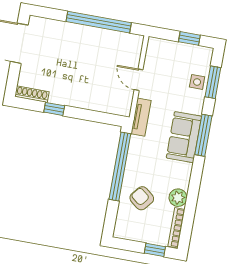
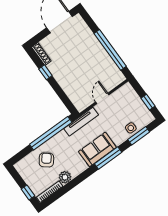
tv unit: (141, 117) -> (81, 122), width x1.41

